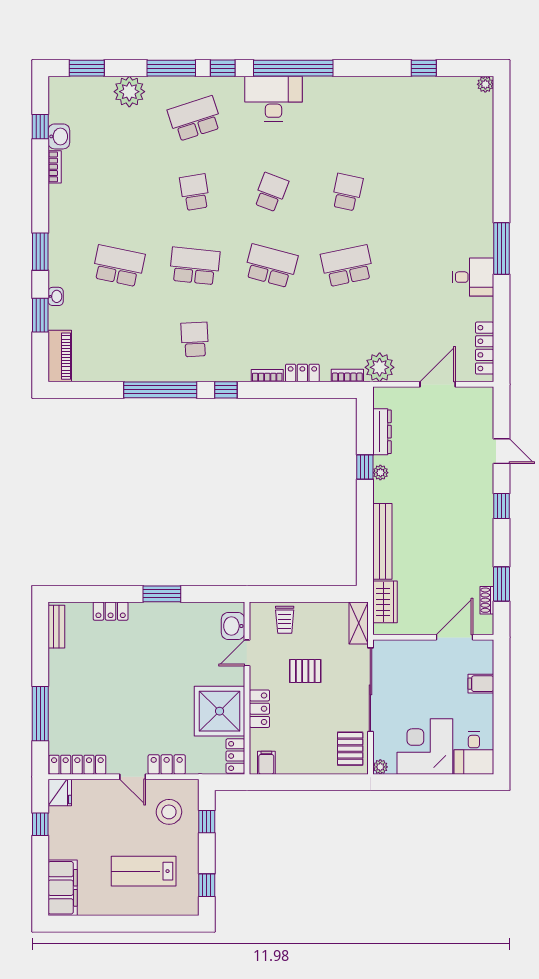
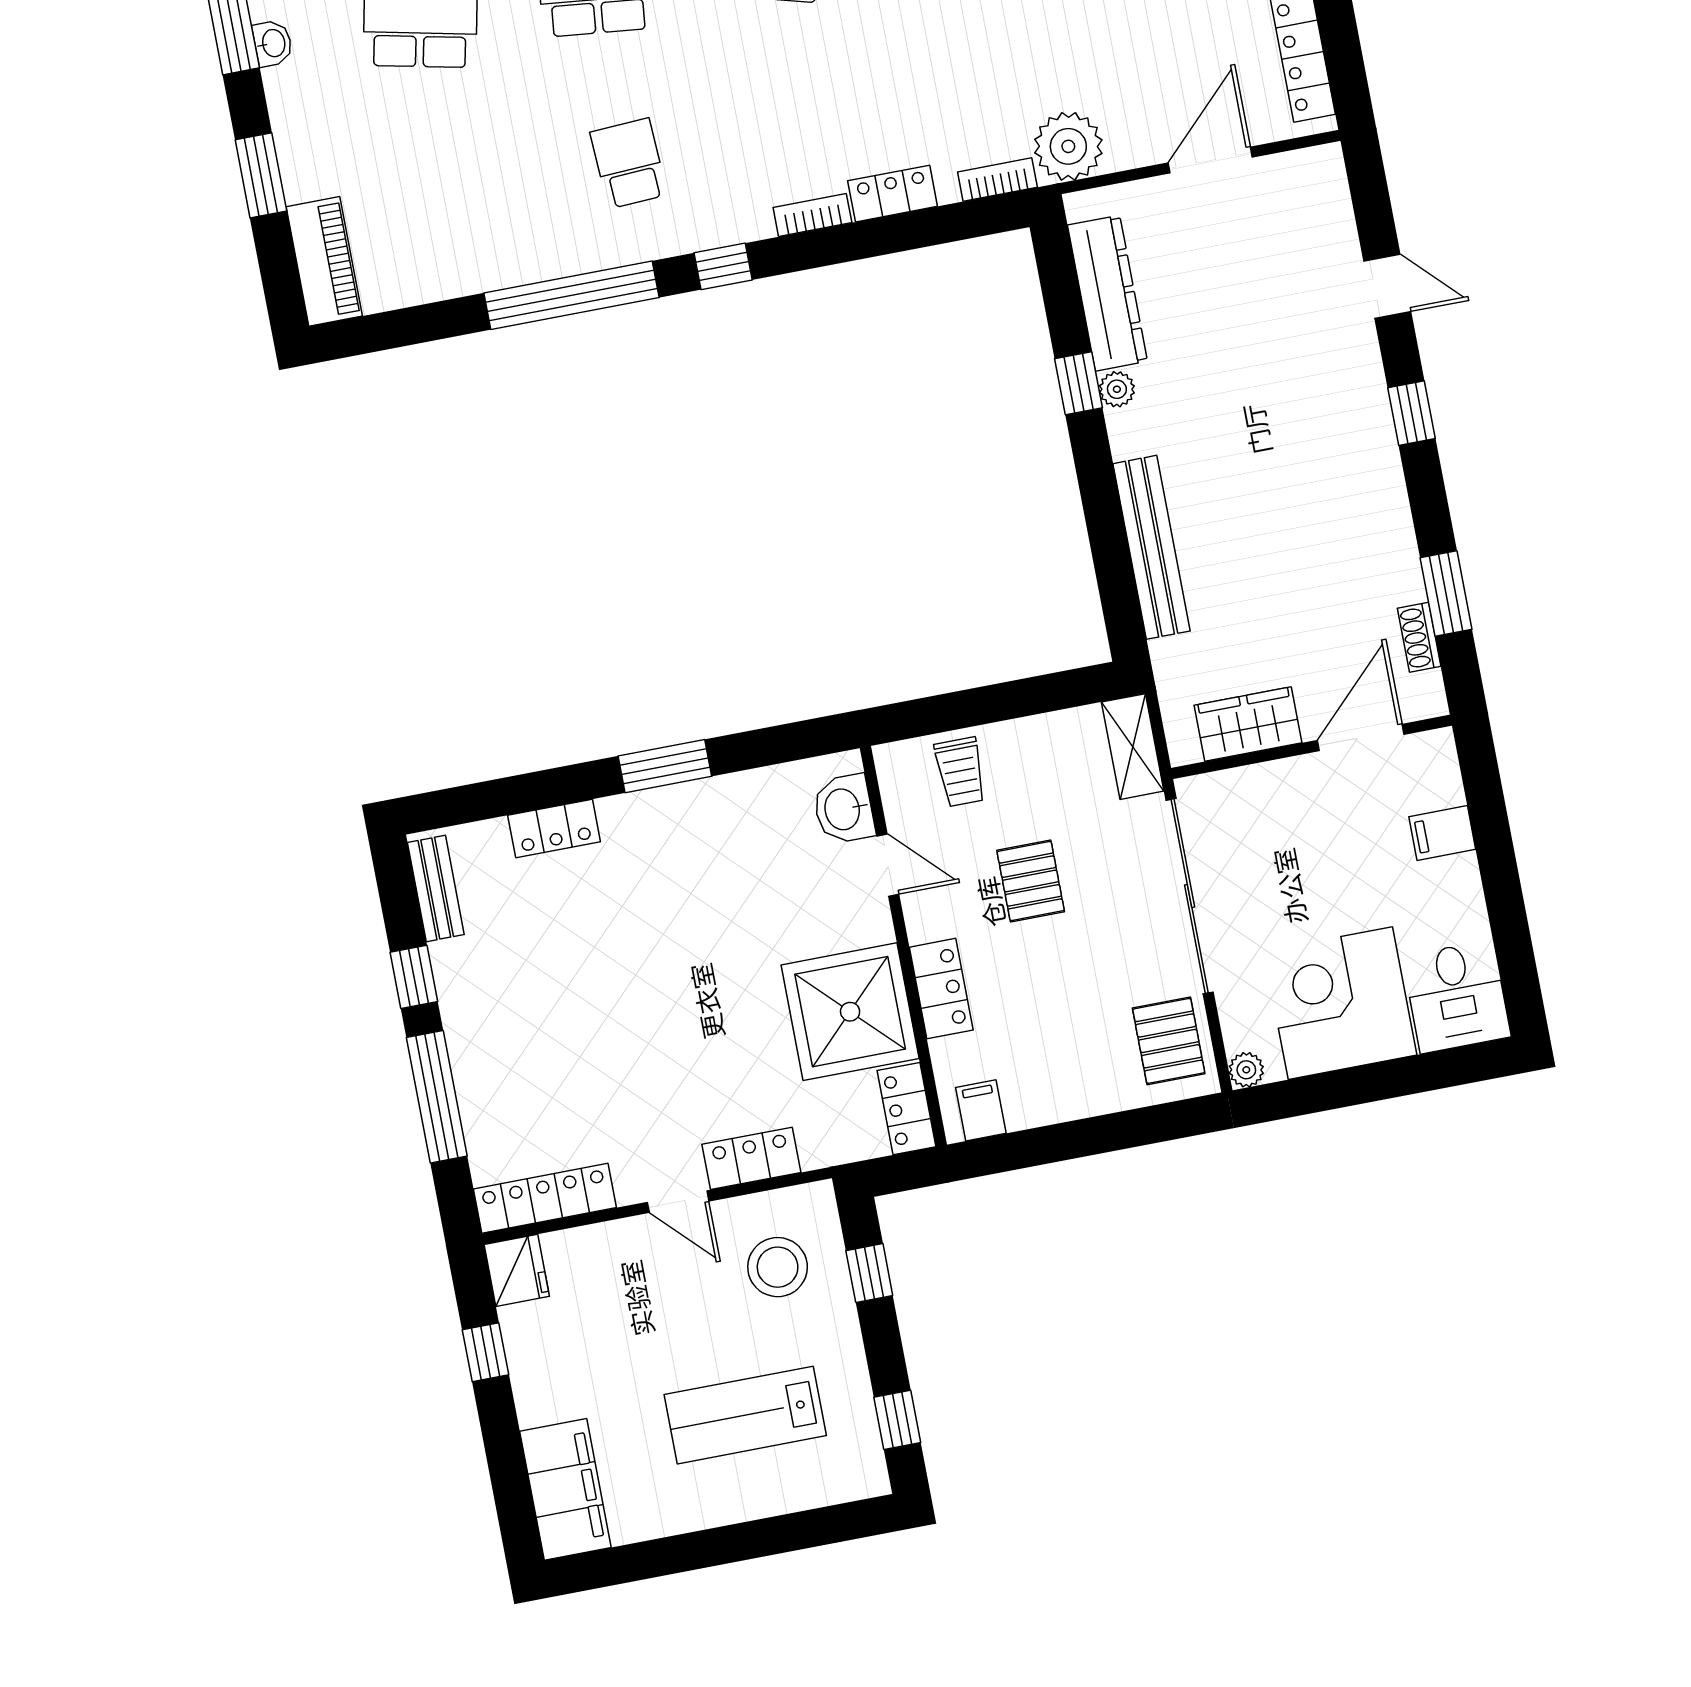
washbasin: (56, 296) -> (273, 43), moved
dresser: (382, 432) -> (1107, 293), width x1.37, depth x1.24
wardrobe: (385, 602) -> (1248, 724), moved, turned -90
door: (247, 653) -> (888, 865), swing flipped
window: (40, 662) -> (414, 977), added
pallet: (305, 671) -> (1031, 881), turned 90

